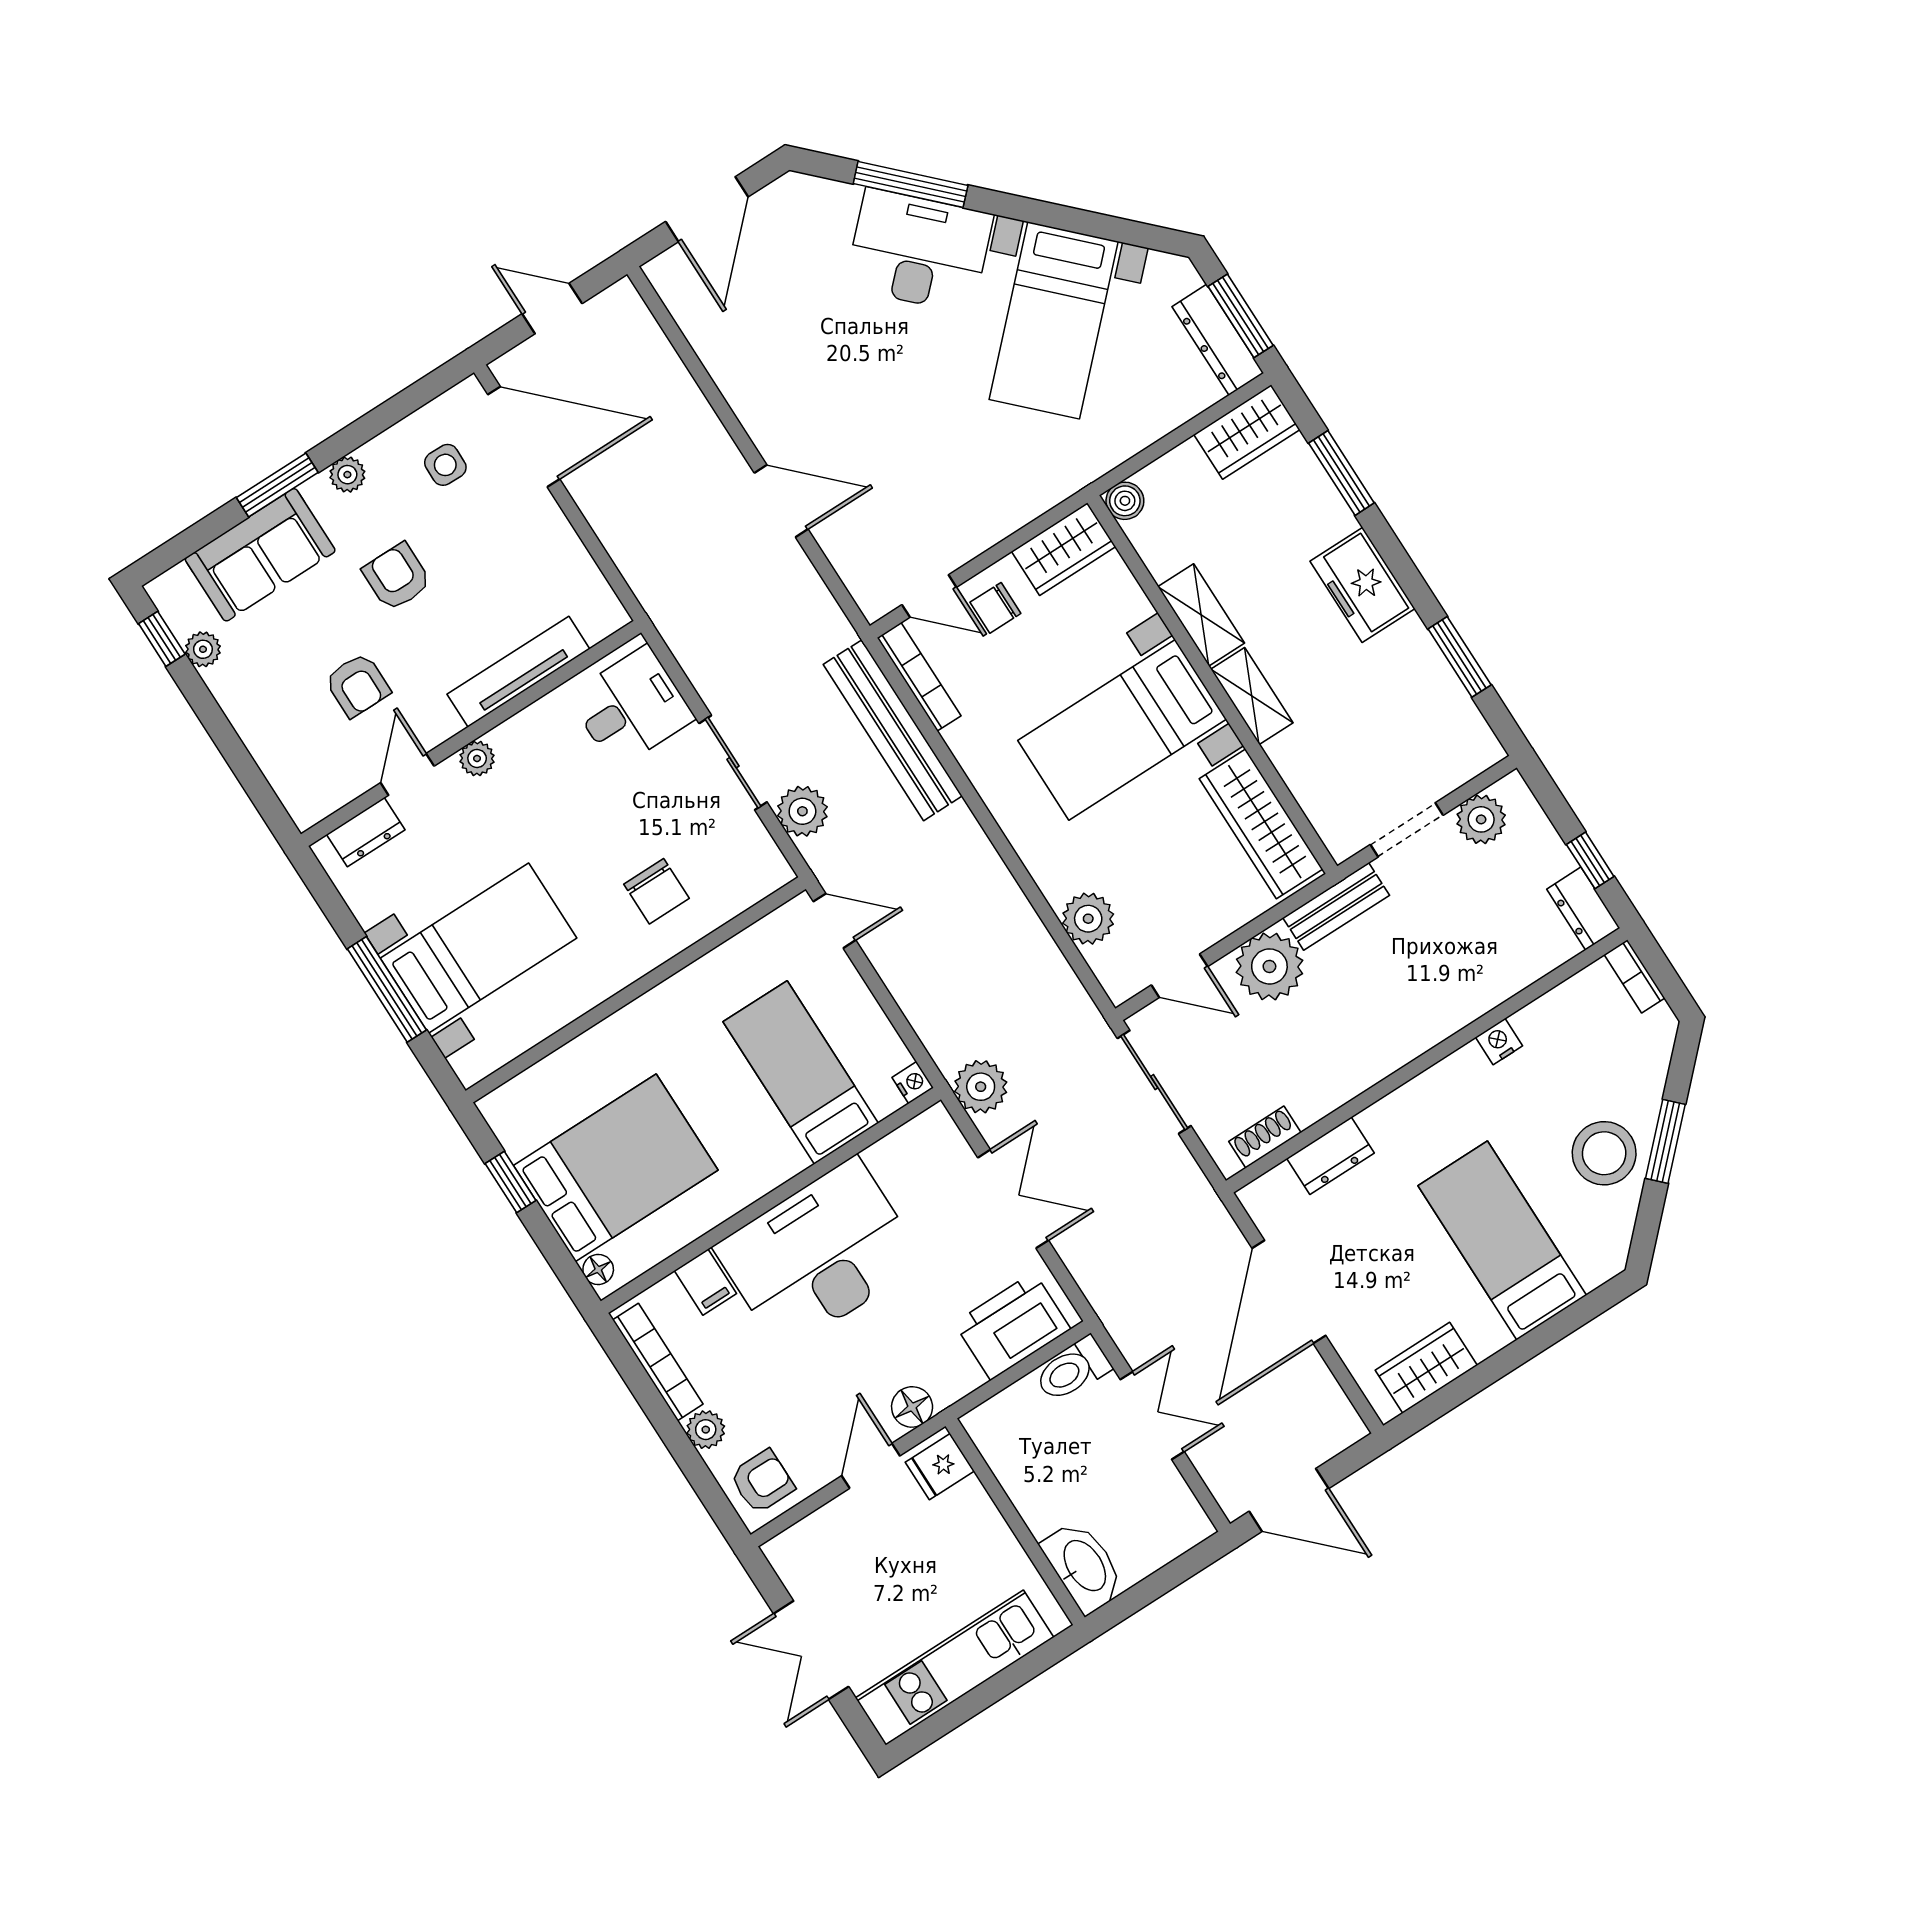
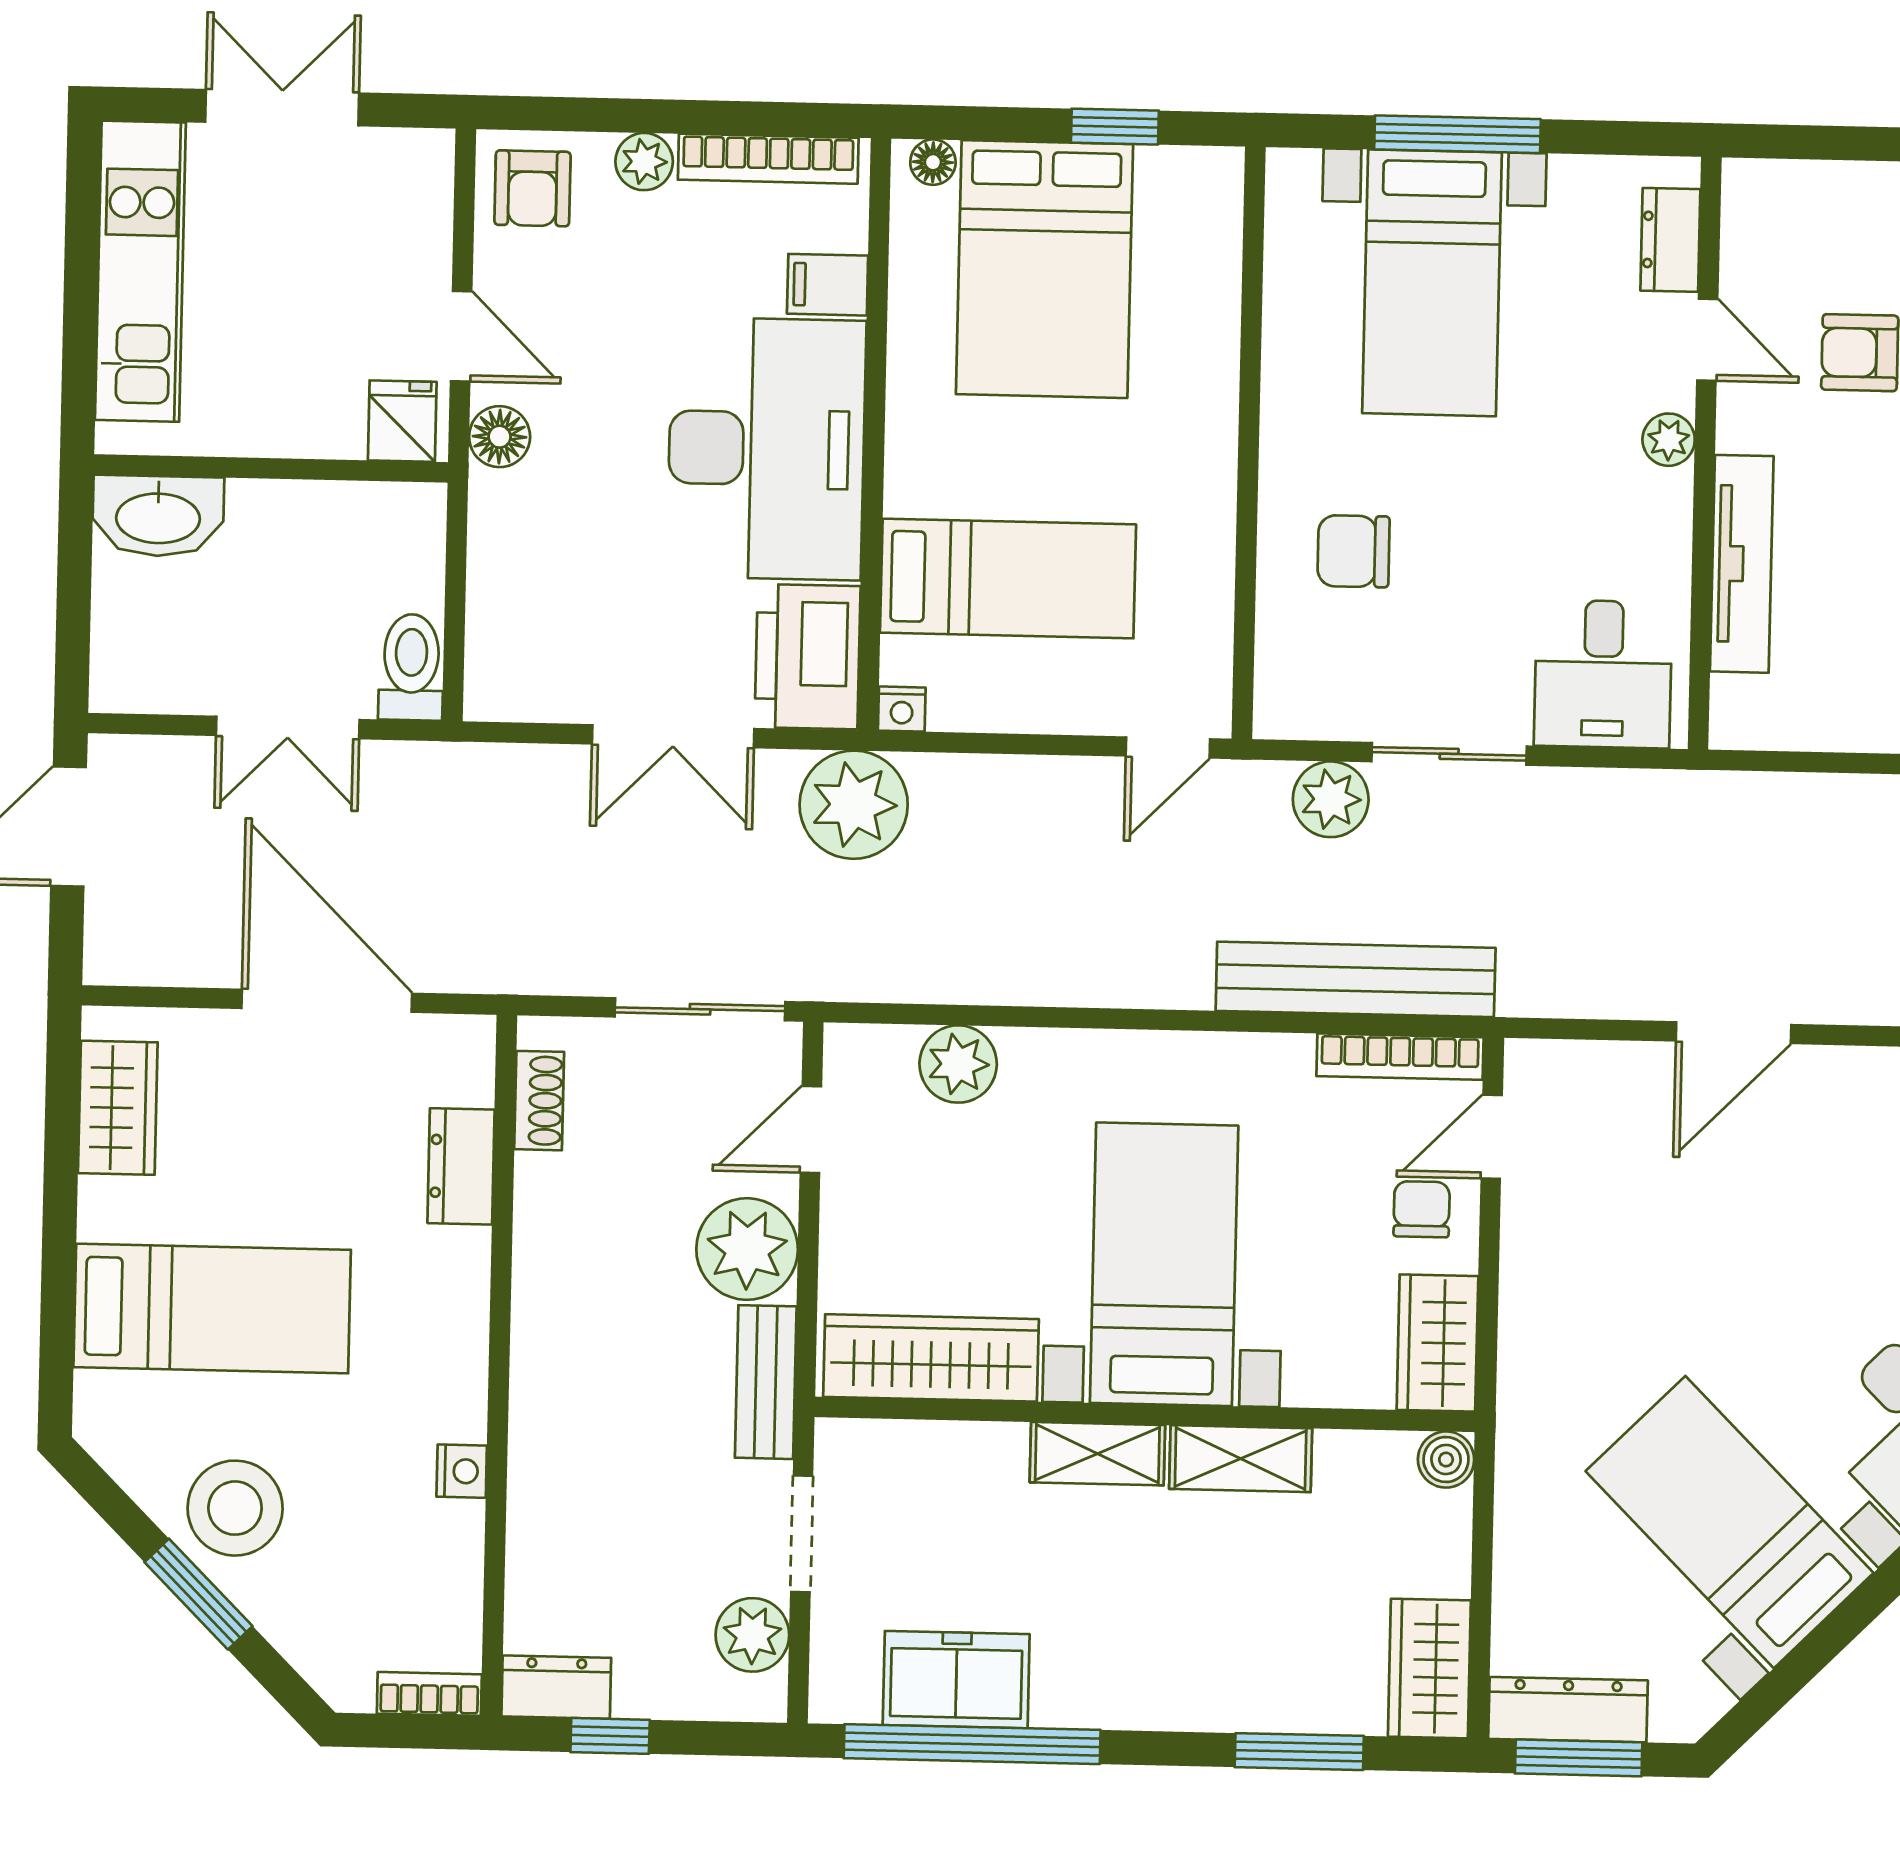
freezer: (1362, 585) -> (956, 1680), moved
window: (1460, 657) -> (972, 1744), width x2.11
plant: (981, 1087) -> (854, 805), width x1.36, depth x1.36
printer: (1012, 1326) -> (808, 657), moved, turned 180

